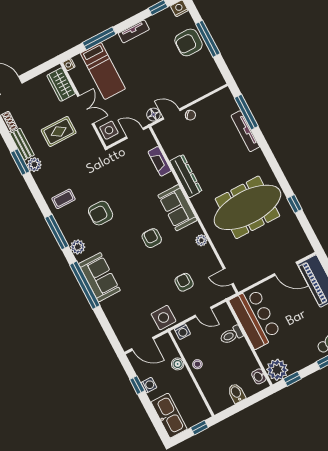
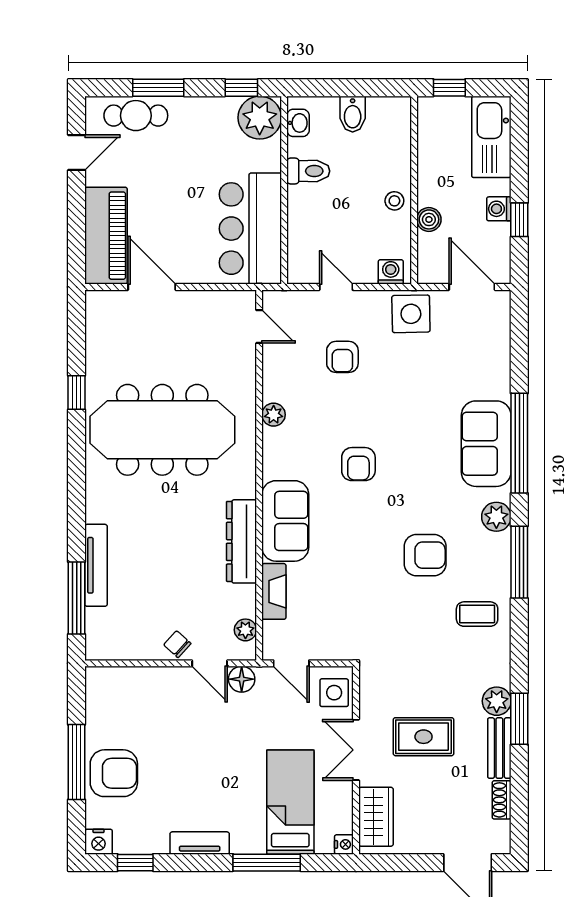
plant: (163, 137) -> (245, 630), added
sofa: (178, 208) -> (285, 521), moved
toilet: (231, 335) -> (308, 171), moved

